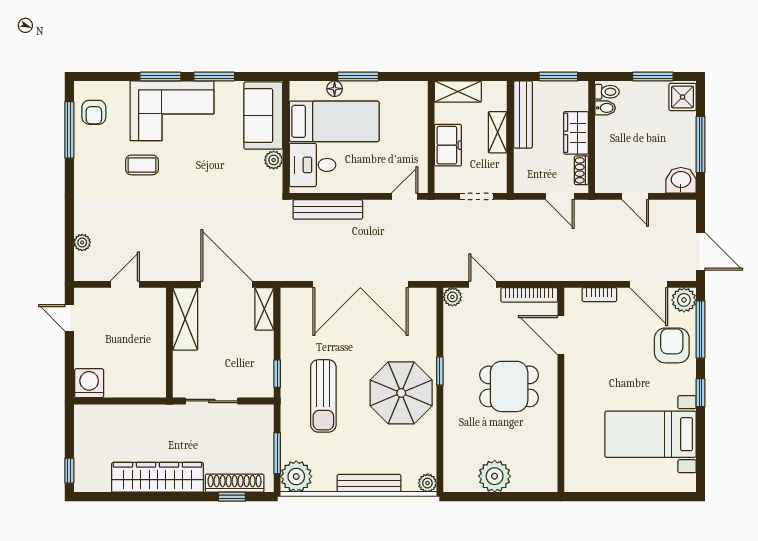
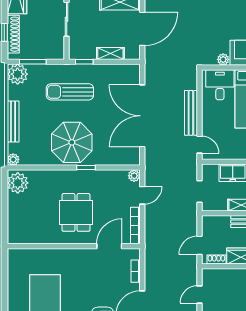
bench: (328, 209) -> (191, 113), moved
shelving: (264, 309) -> (110, 53), moved
plant: (495, 476) -> (18, 183), moved

